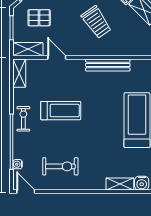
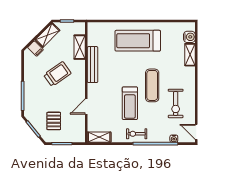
shelving: (28, 49) -> (80, 47), moved
treadmill: (61, 111) -> (130, 103), turned 180
exercise mat: (82, 138) -> (152, 85), added
exercise bike: (60, 166) -> (176, 103), turned 180
door: (26, 191) -> (196, 132), hinge flipped

